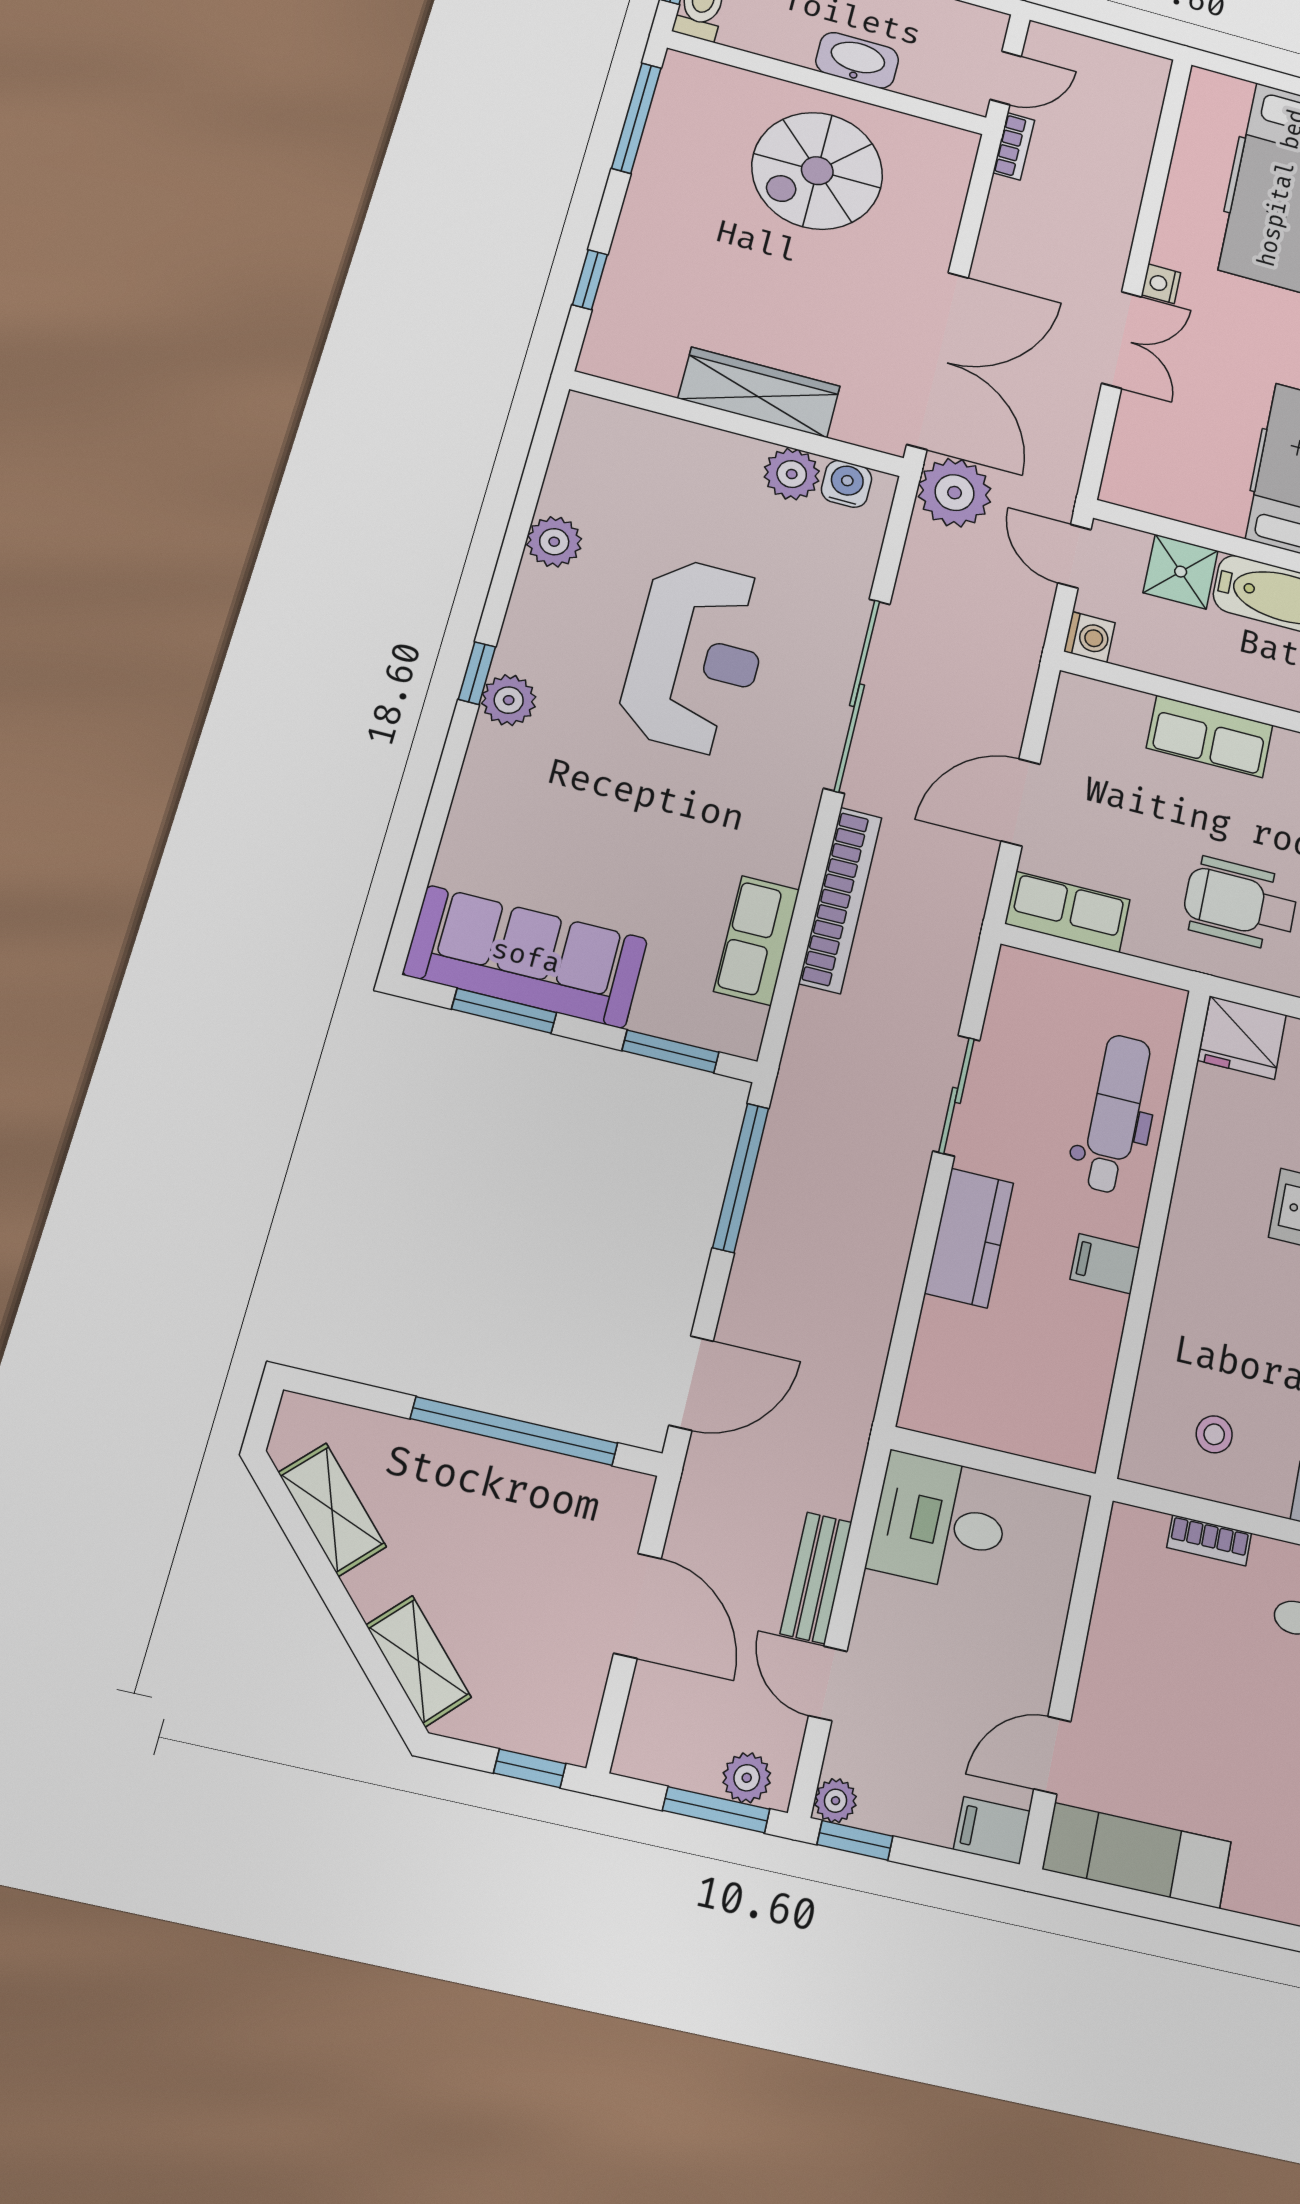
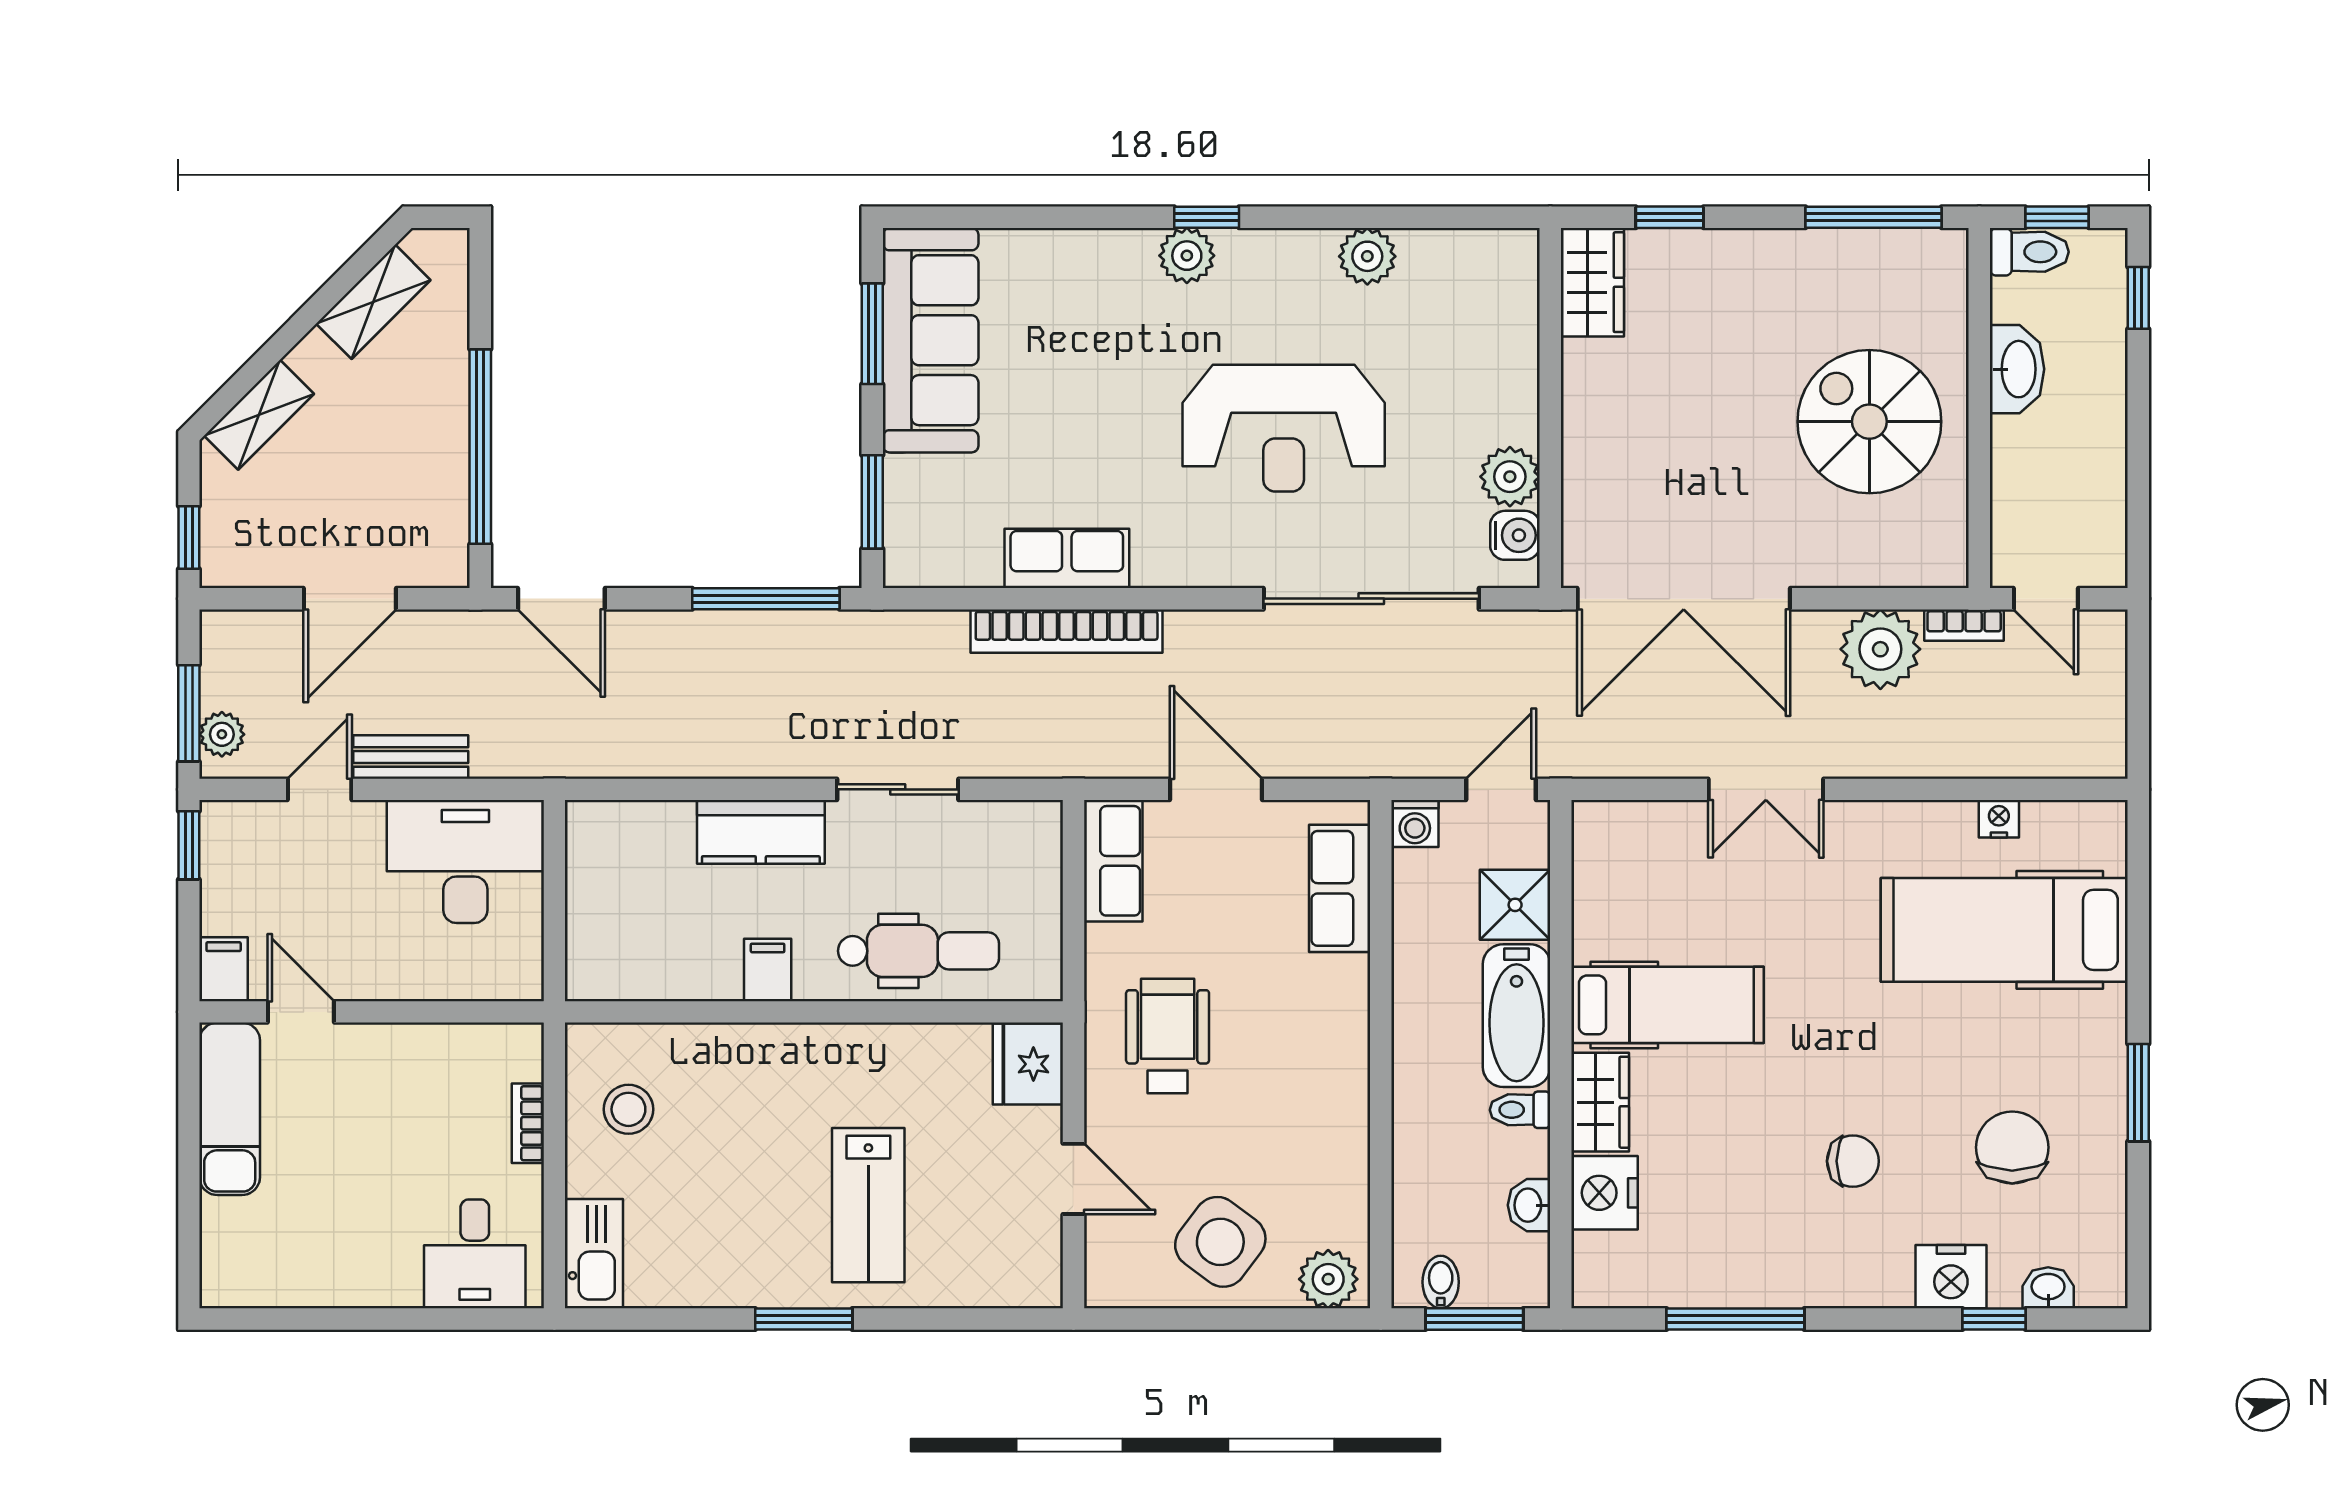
washbasin: (857, 60) -> (2017, 369), moved
nightstand: (1161, 284) -> (1999, 819), moved
wardrobe: (759, 392) -> (1592, 282), moved, width x0.67
plant: (955, 493) -> (1880, 649), moved
sliding door: (857, 695) -> (1371, 599), moved
row of seats: (1210, 736) -> (1340, 888), moved
row of seats: (757, 940) -> (1067, 558), moved
stool: (1214, 1434) -> (628, 1109), width x1.37, depth x1.37
desk: (940, 1522) -> (465, 862), width x1.37
plant: (835, 1801) -> (219, 820), removed

